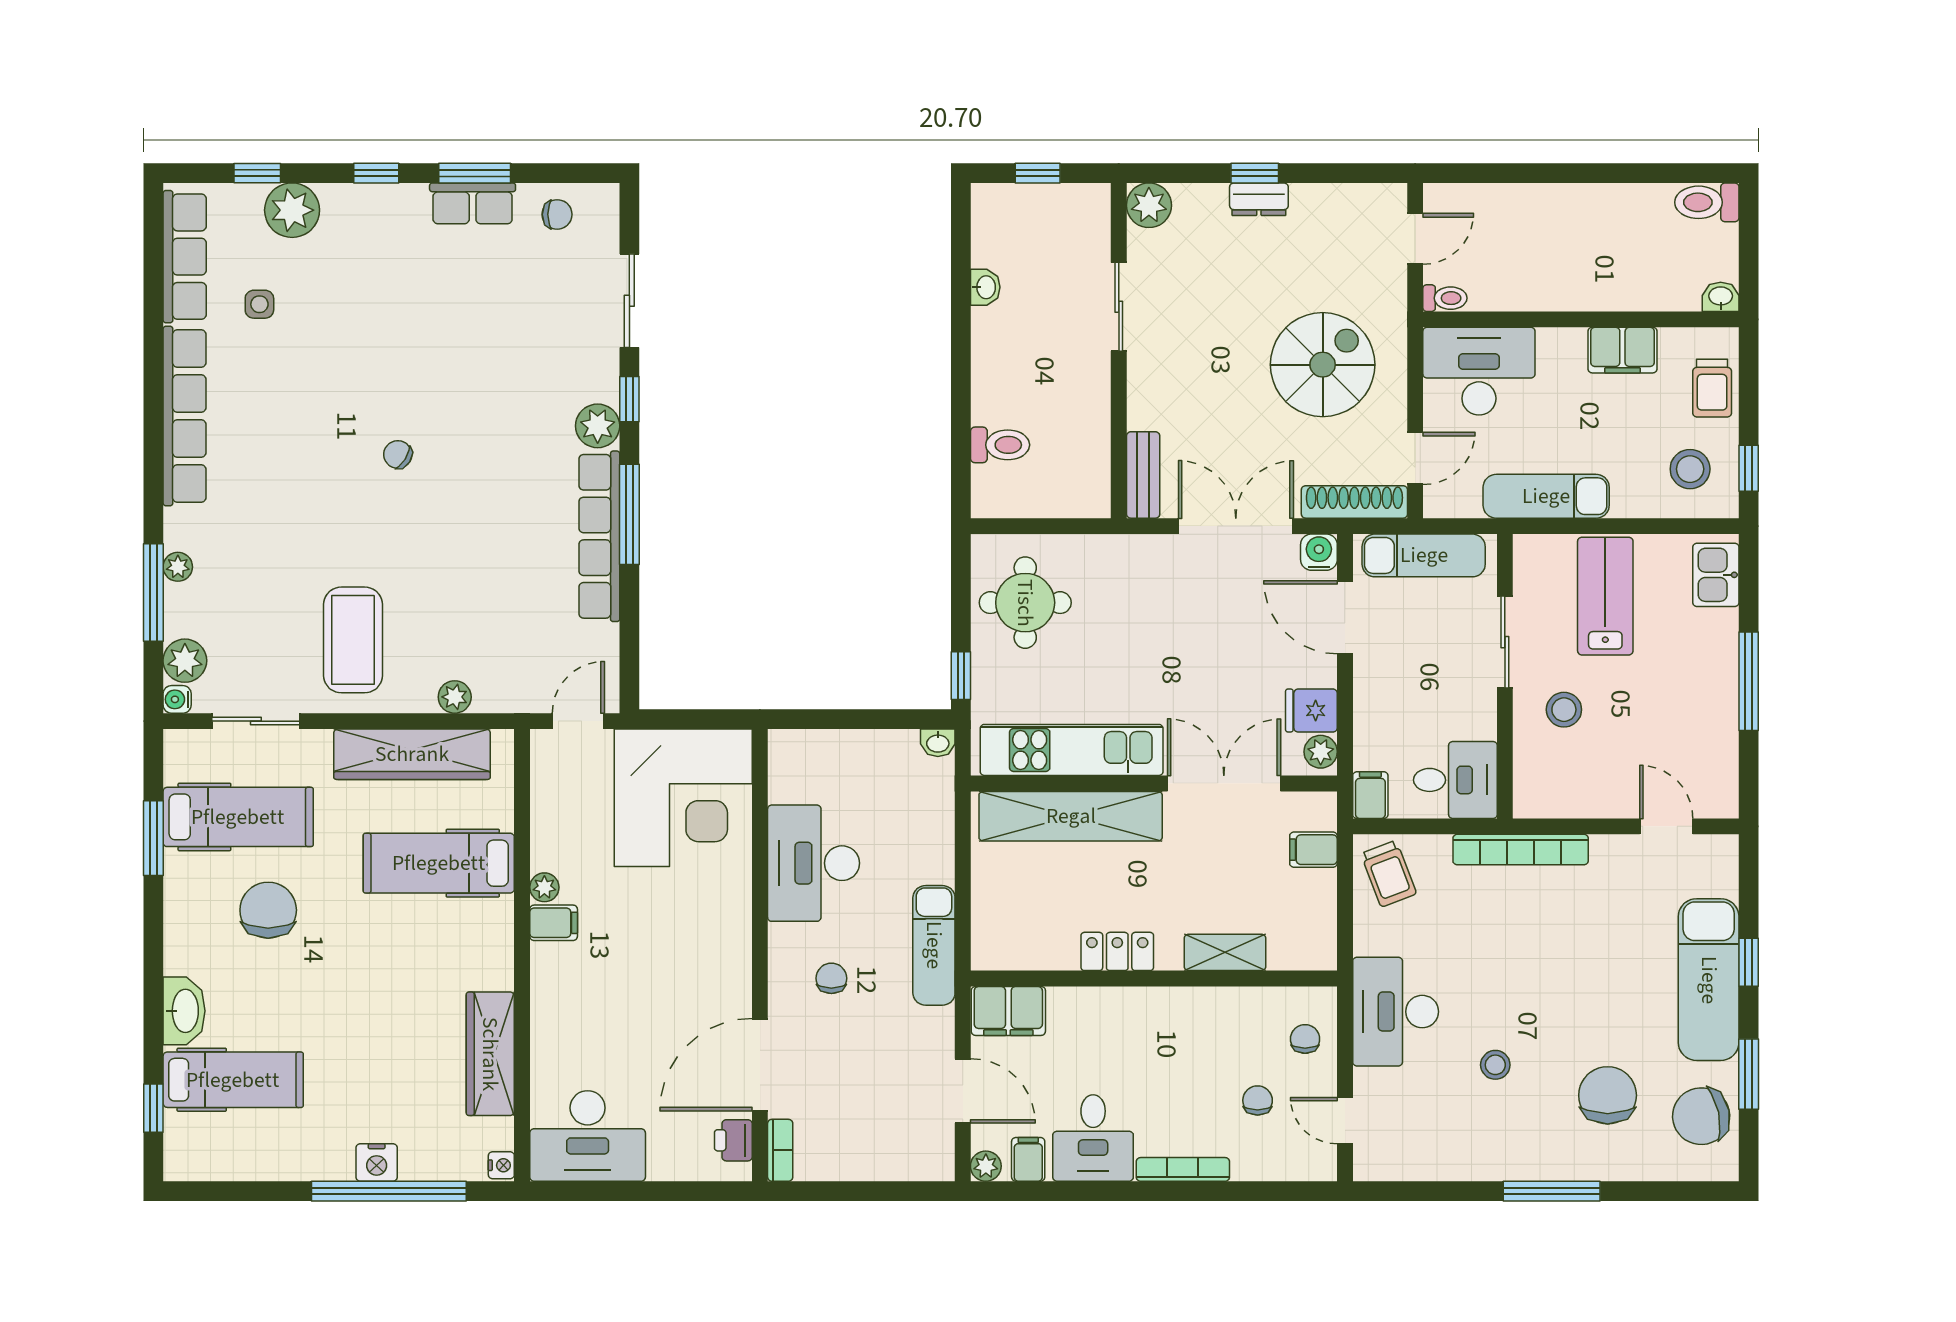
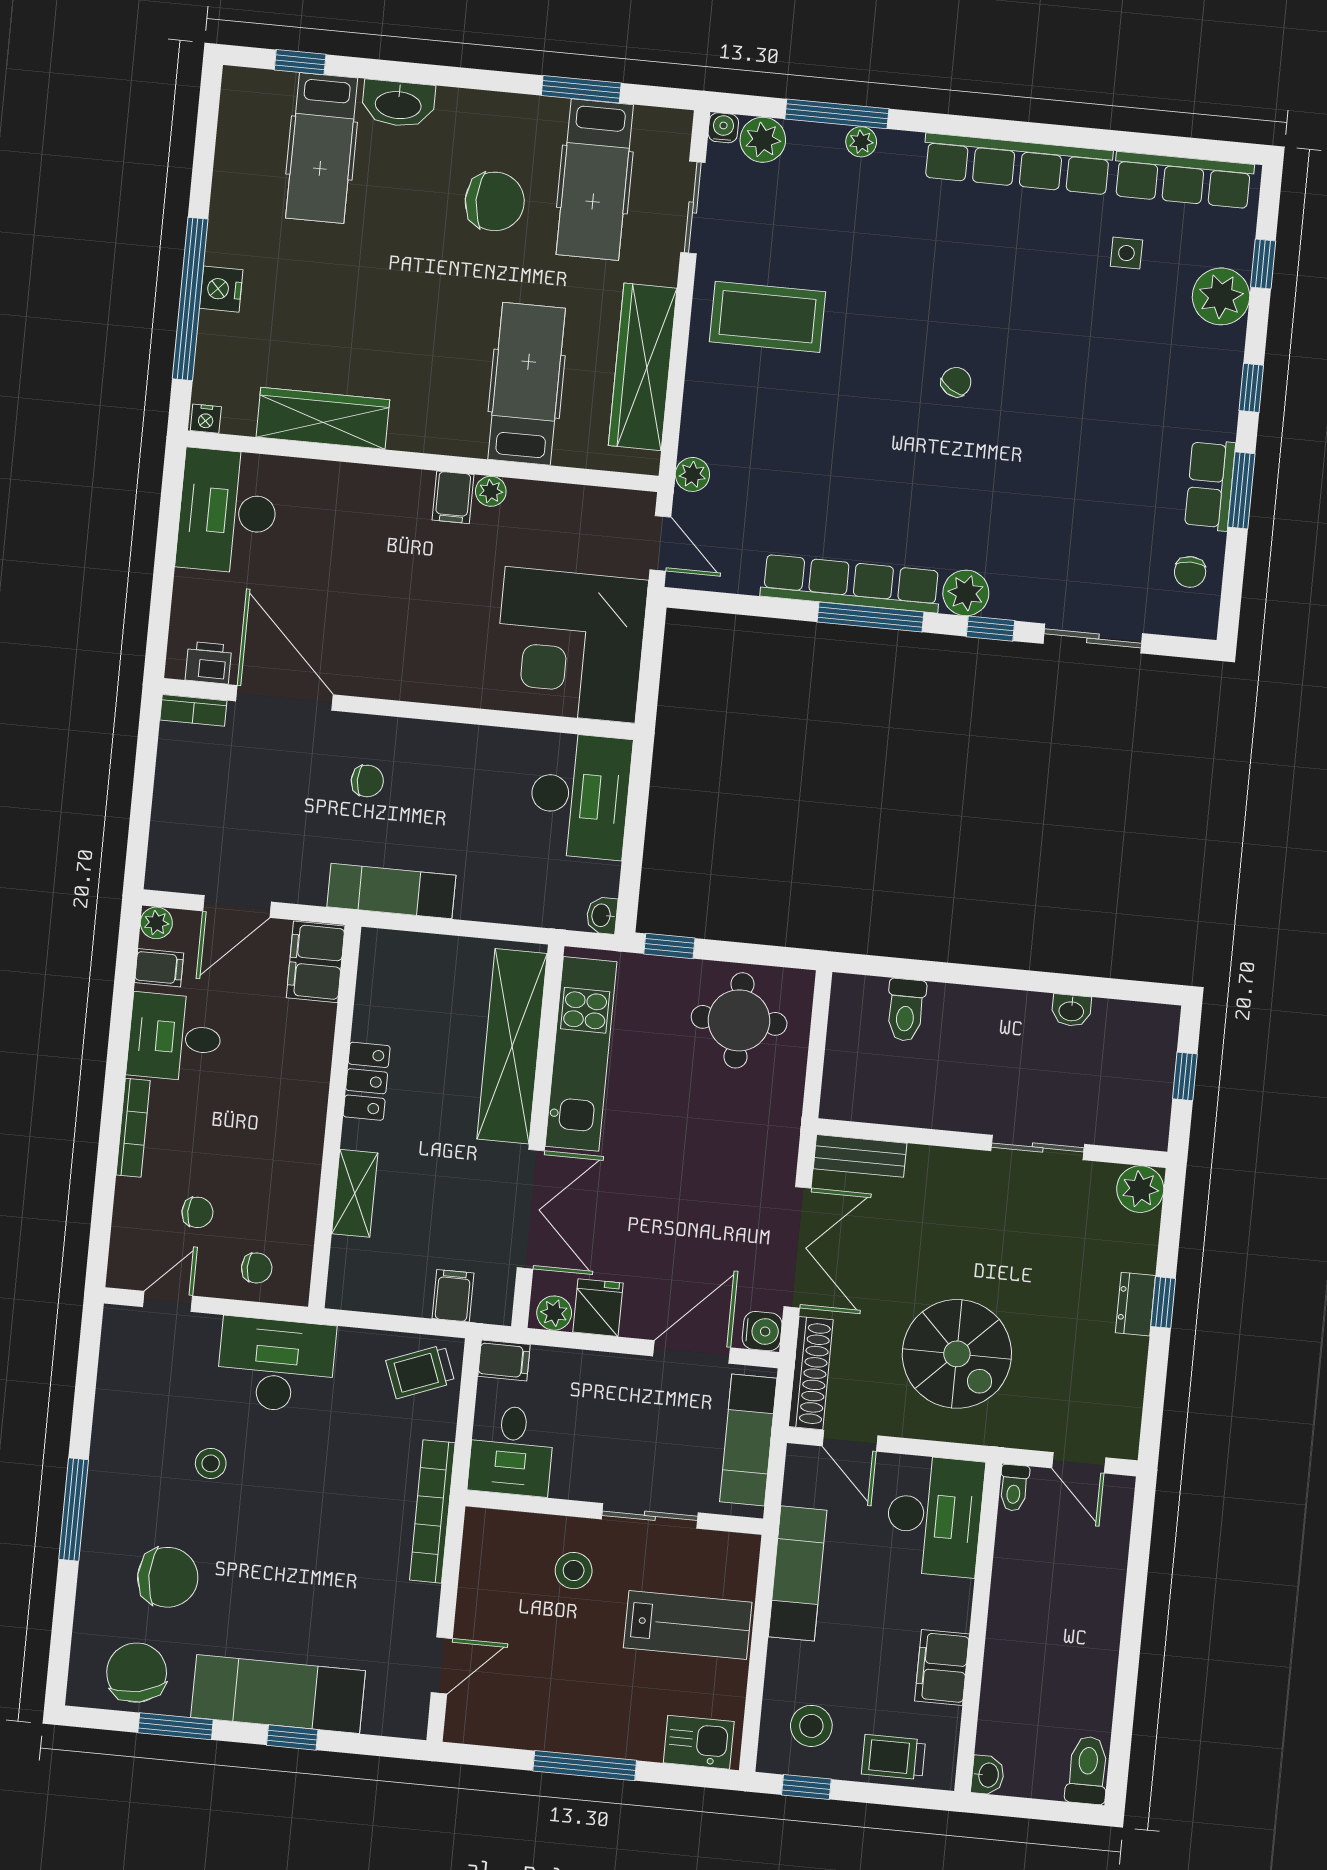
plant: (455, 697) -> (692, 474), moved
desk: (814, 863) -> (580, 796), moved, turned 90

